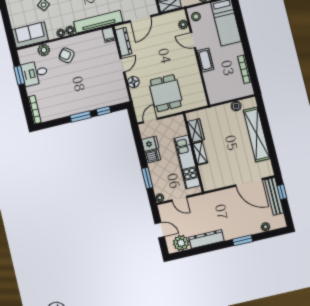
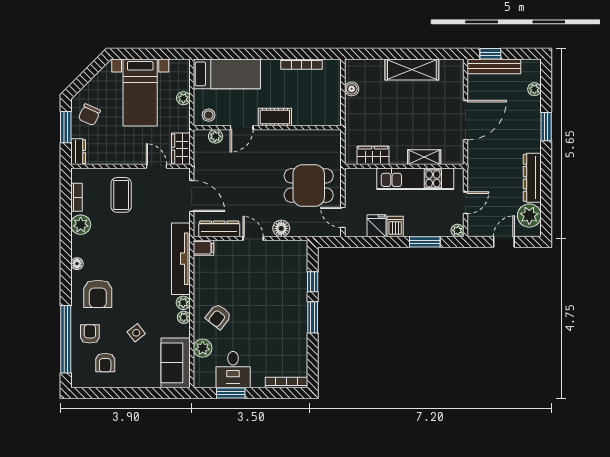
shelving: (257, 134) -> (412, 69), width x0.68
shelving: (200, 153) -> (424, 157), moved
door: (249, 182) -> (465, 120), moved

